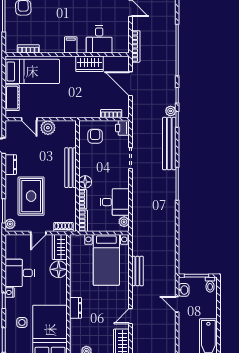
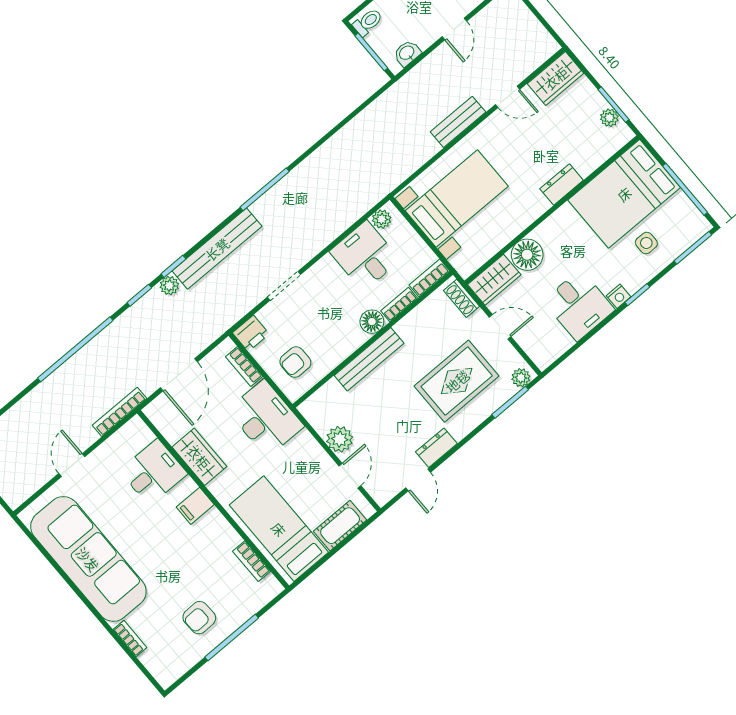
desk: (82, 104) -> (265, 418), added
bench: (137, 271) -> (458, 122), moved
door: (177, 304) -> (454, 29), moved

